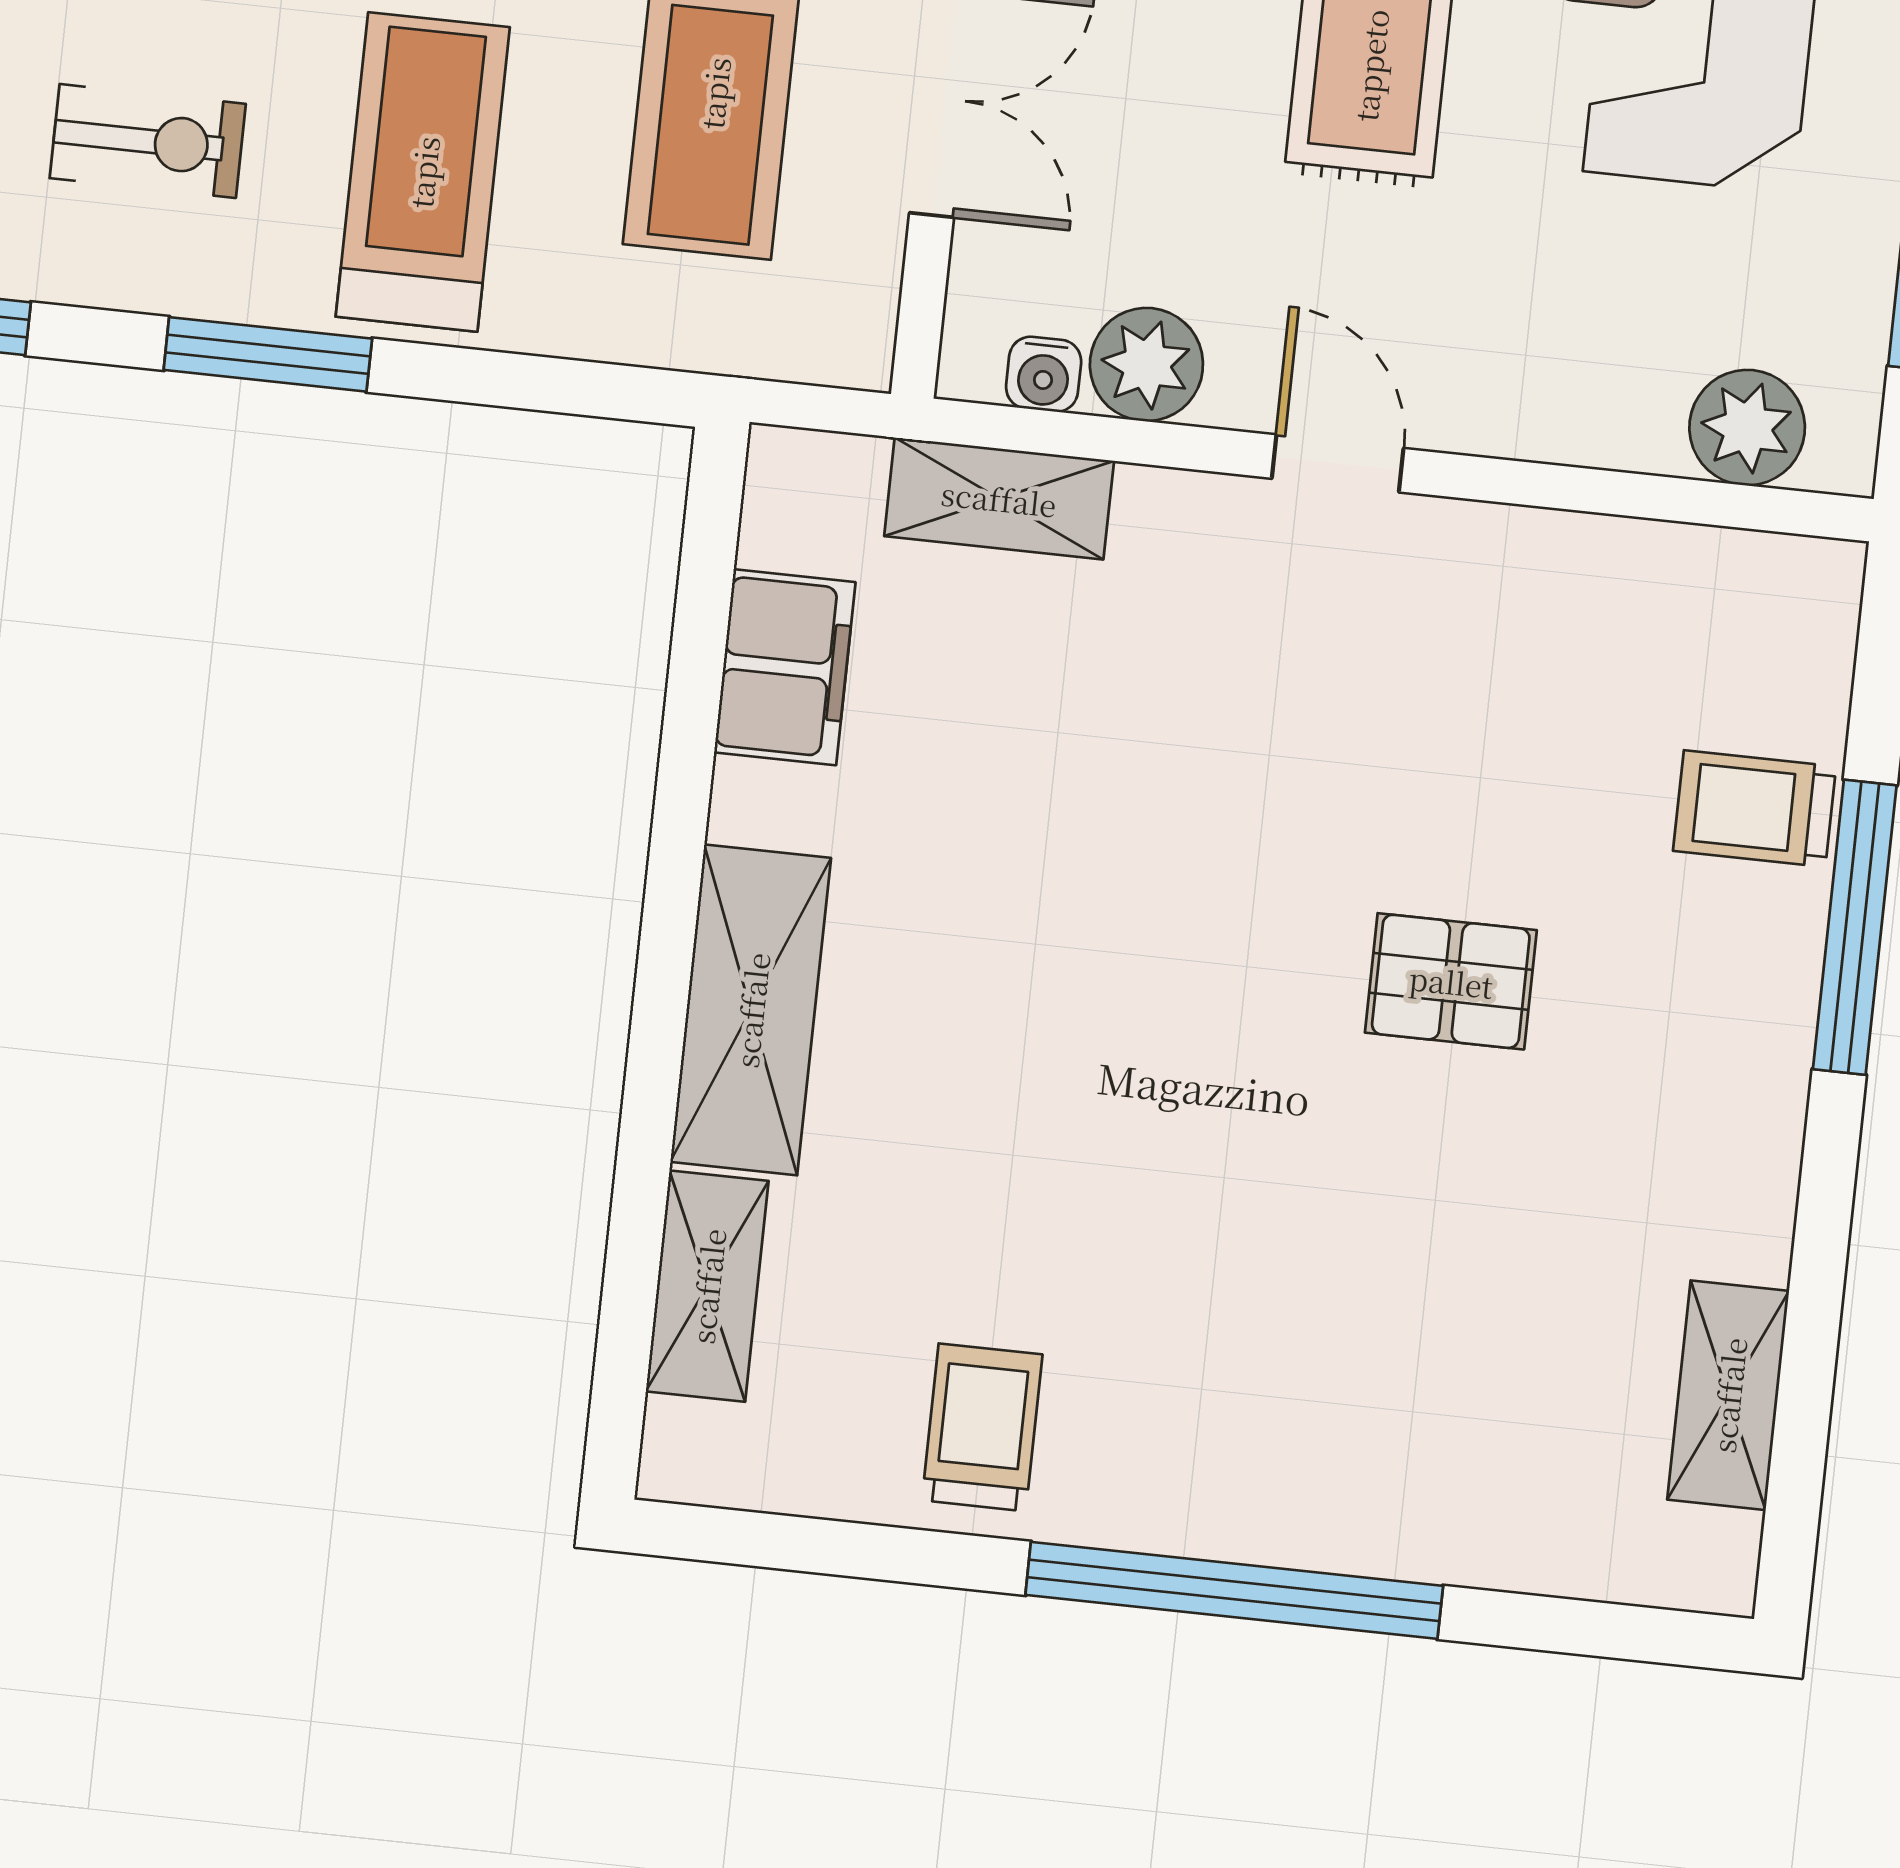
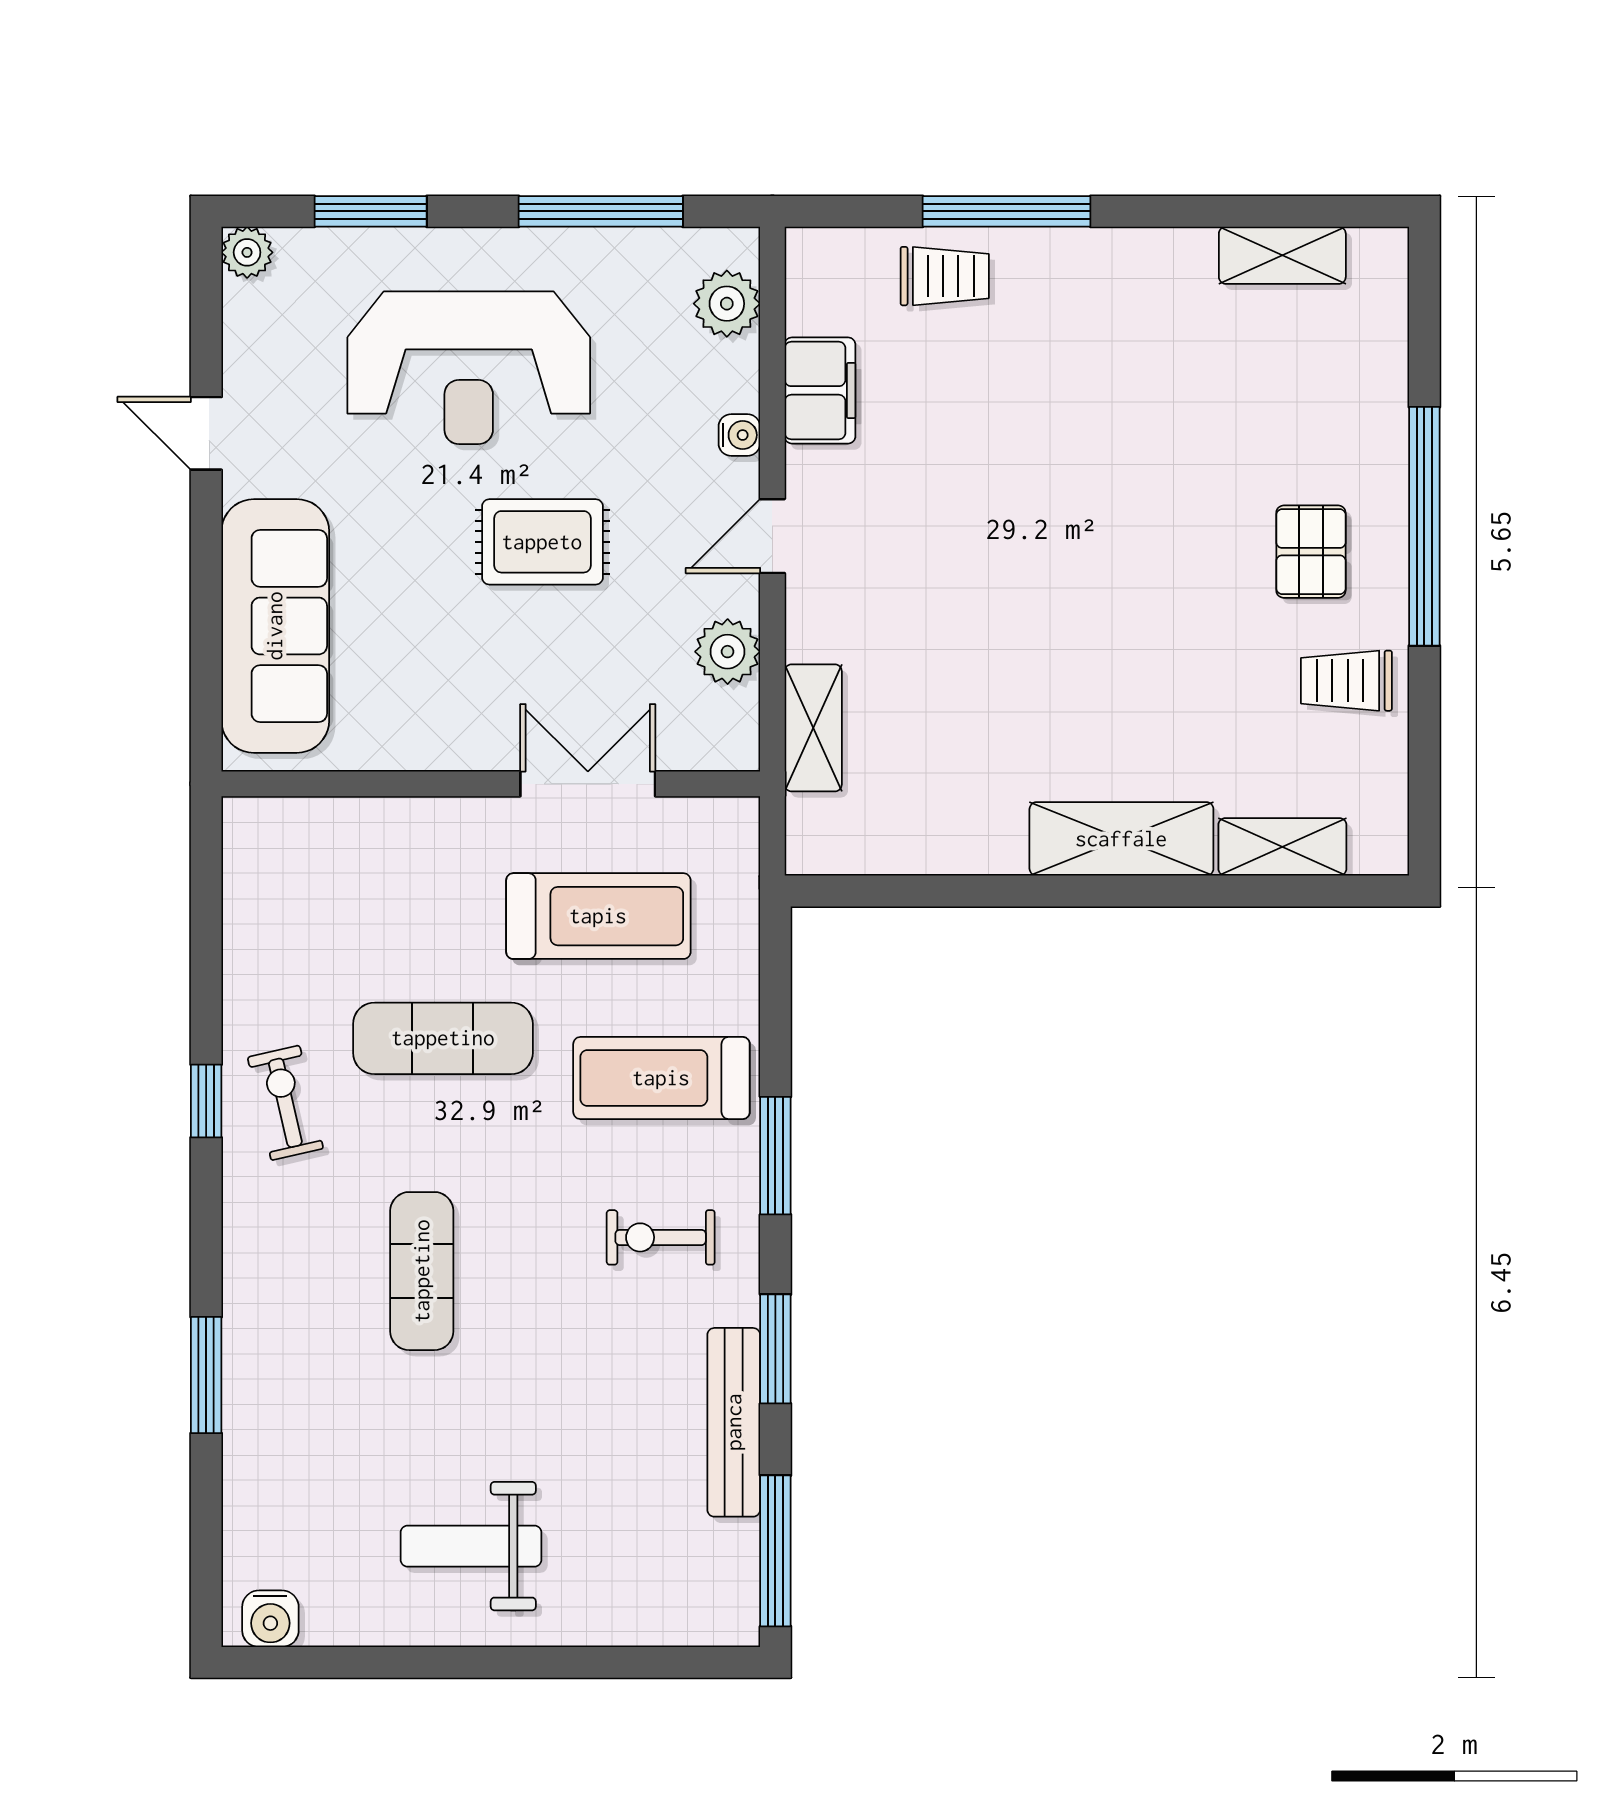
exercise bike: (148, 141) -> (661, 1237), turned -90
water cooler: (1044, 374) -> (739, 435), moved
filing cabinet: (785, 667) -> (820, 390), moved, turned 90
trolley: (1755, 809) -> (945, 276), turned -90
pallet: (1451, 981) -> (1311, 552), moved

